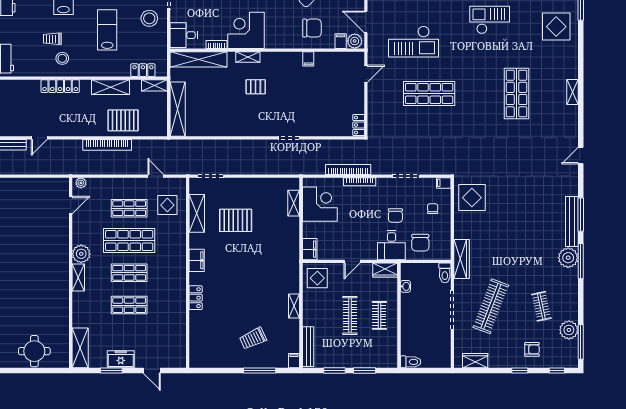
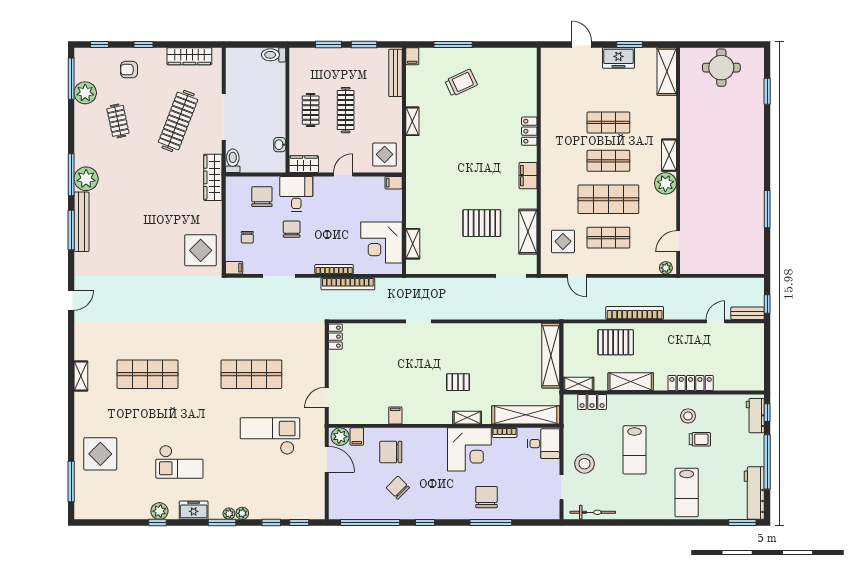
shop shelf: (516, 93) -> (148, 374), turned 90
filing cabinet: (310, 249) -> (394, 183), width x0.50
wardrobe: (475, 361) -> (189, 56), width x1.50

